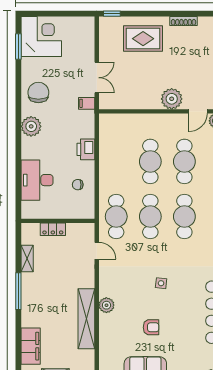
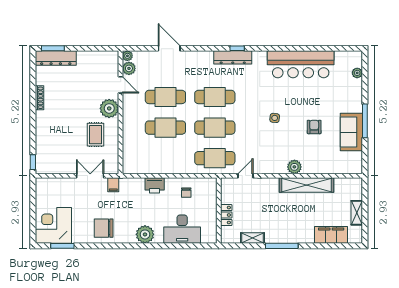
rug: (143, 39) -> (95, 135), moved, width x0.73, depth x0.70
plant: (31, 126) -> (145, 234), moved

